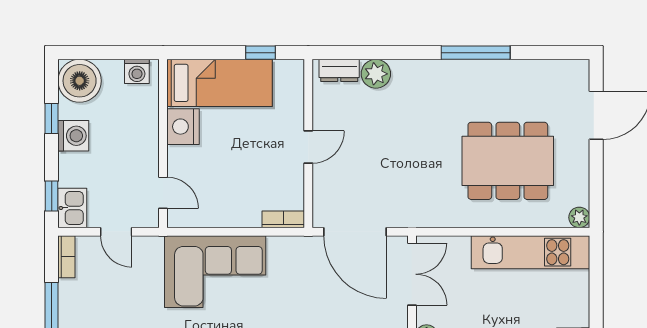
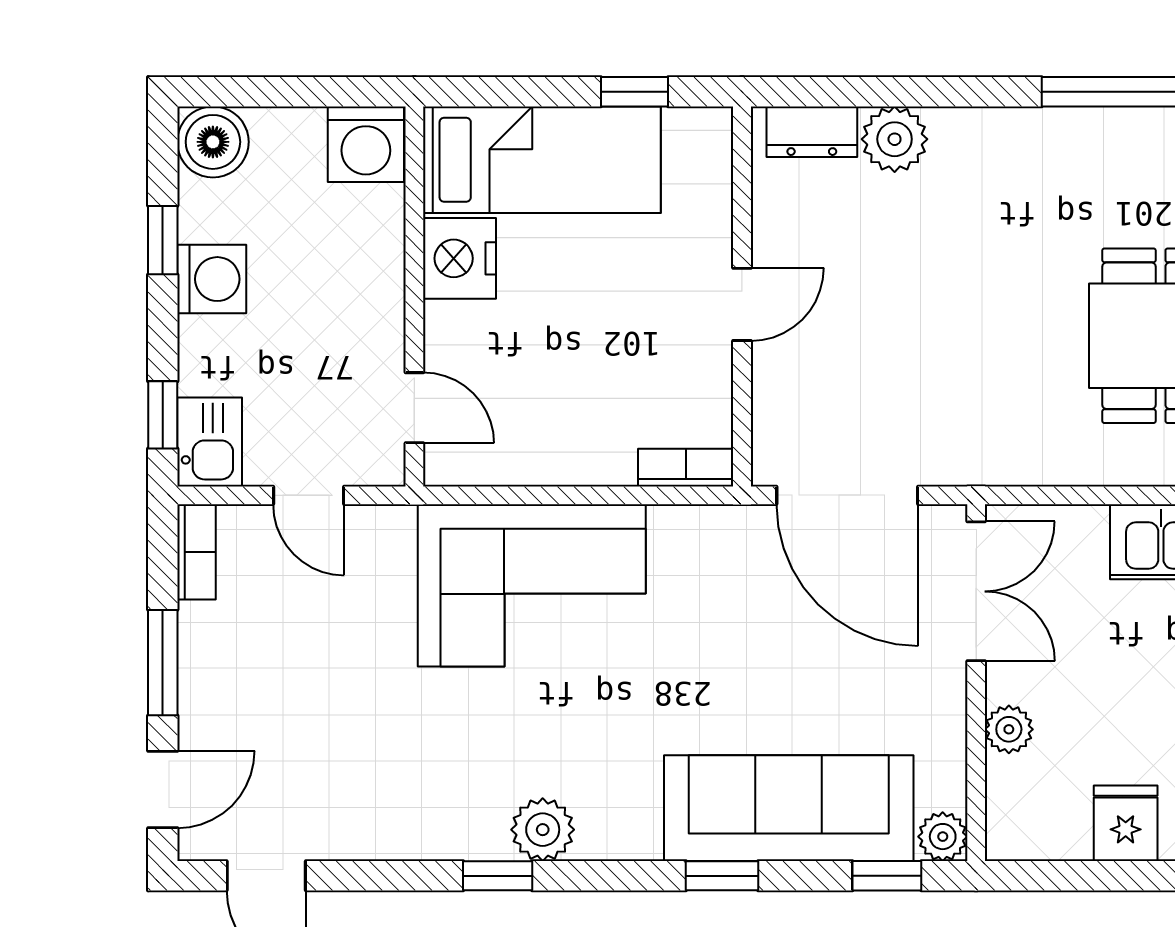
washing machine: (137, 71) -> (366, 144), width x1.38, depth x1.38
boiler: (80, 81) -> (213, 142), width x0.73, depth x0.73

